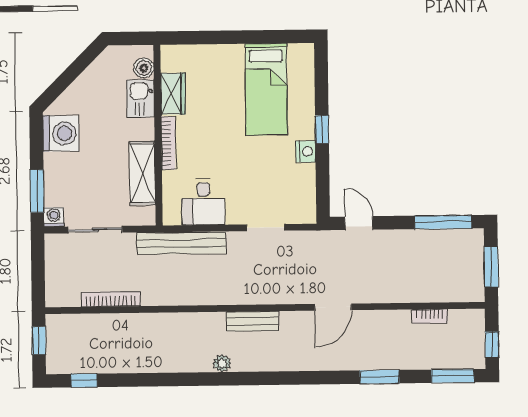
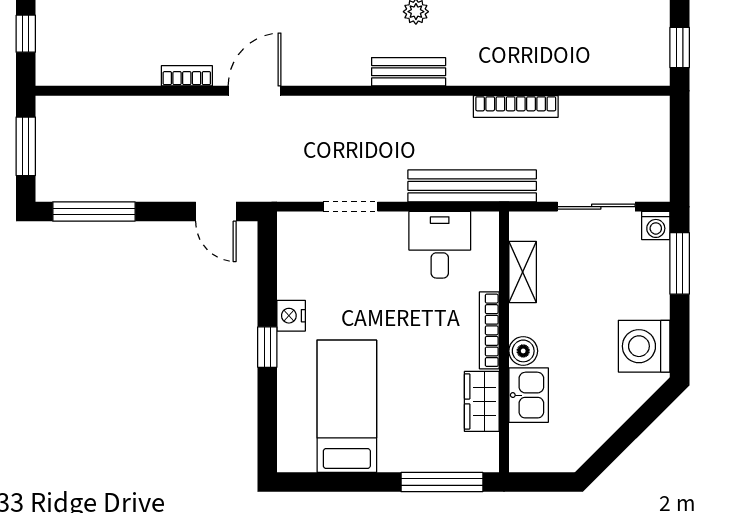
window: (200, 38) -> (442, 482), added
boiler: (144, 68) -> (523, 351), moved
shelving: (142, 173) -> (523, 272), width x0.67, depth x0.75
bookcase: (111, 299) -> (516, 106), moved
bookcase: (430, 316) -> (187, 76), moved
bench: (252, 321) -> (409, 72), moved

